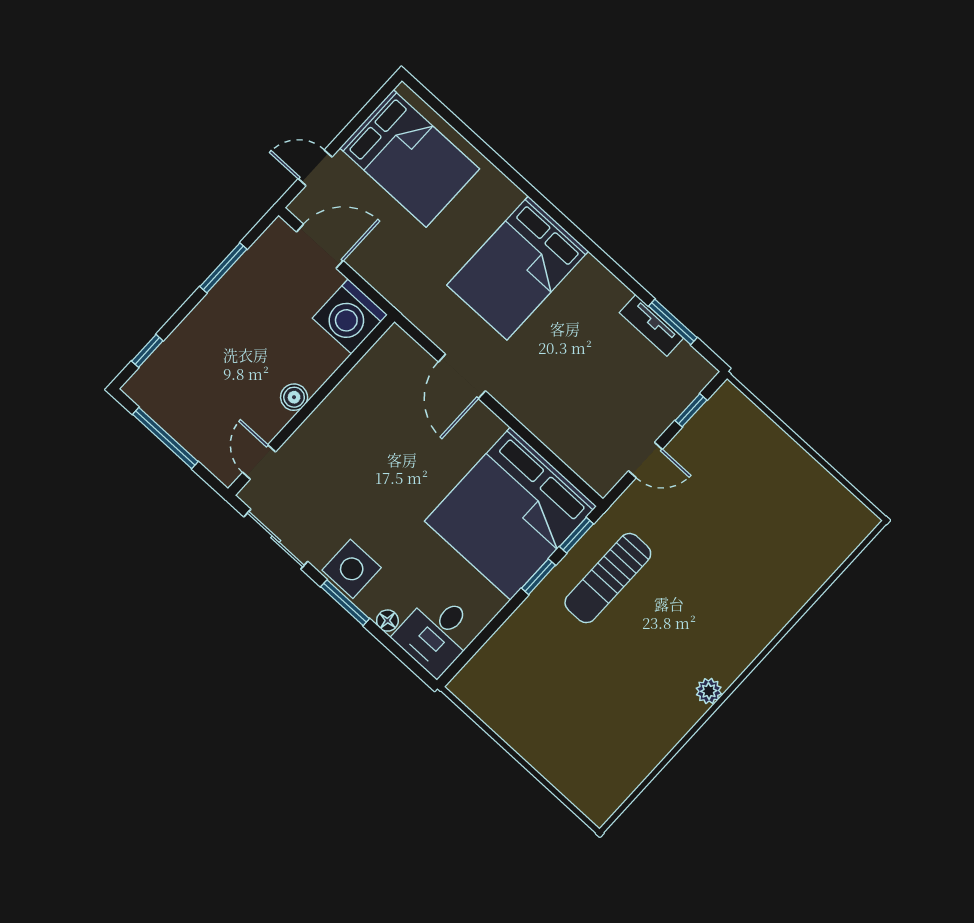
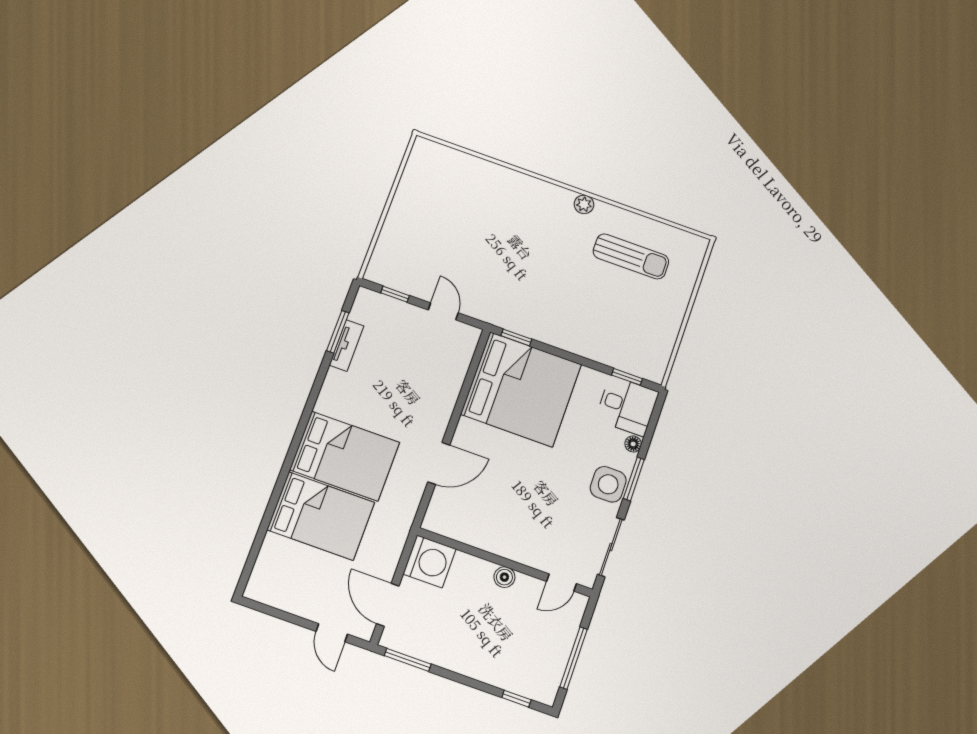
bed: (410, 158) -> (321, 516), moved, turned 90
window: (223, 268) -> (408, 660), moved
window: (539, 577) -> (627, 377), moved
sun lounger: (608, 578) -> (631, 256), moved

